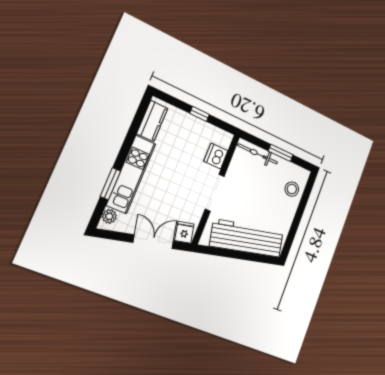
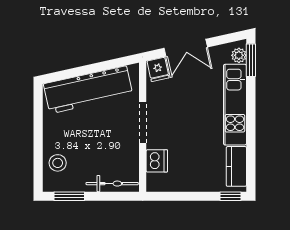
window: (199, 114) -> (231, 196), moved
window: (281, 153) -> (69, 196), moved
window: (110, 184) -> (251, 60), moved

